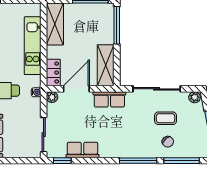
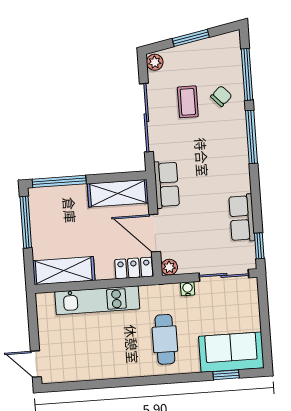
water cooler: (36, 92) -> (188, 289), moved

